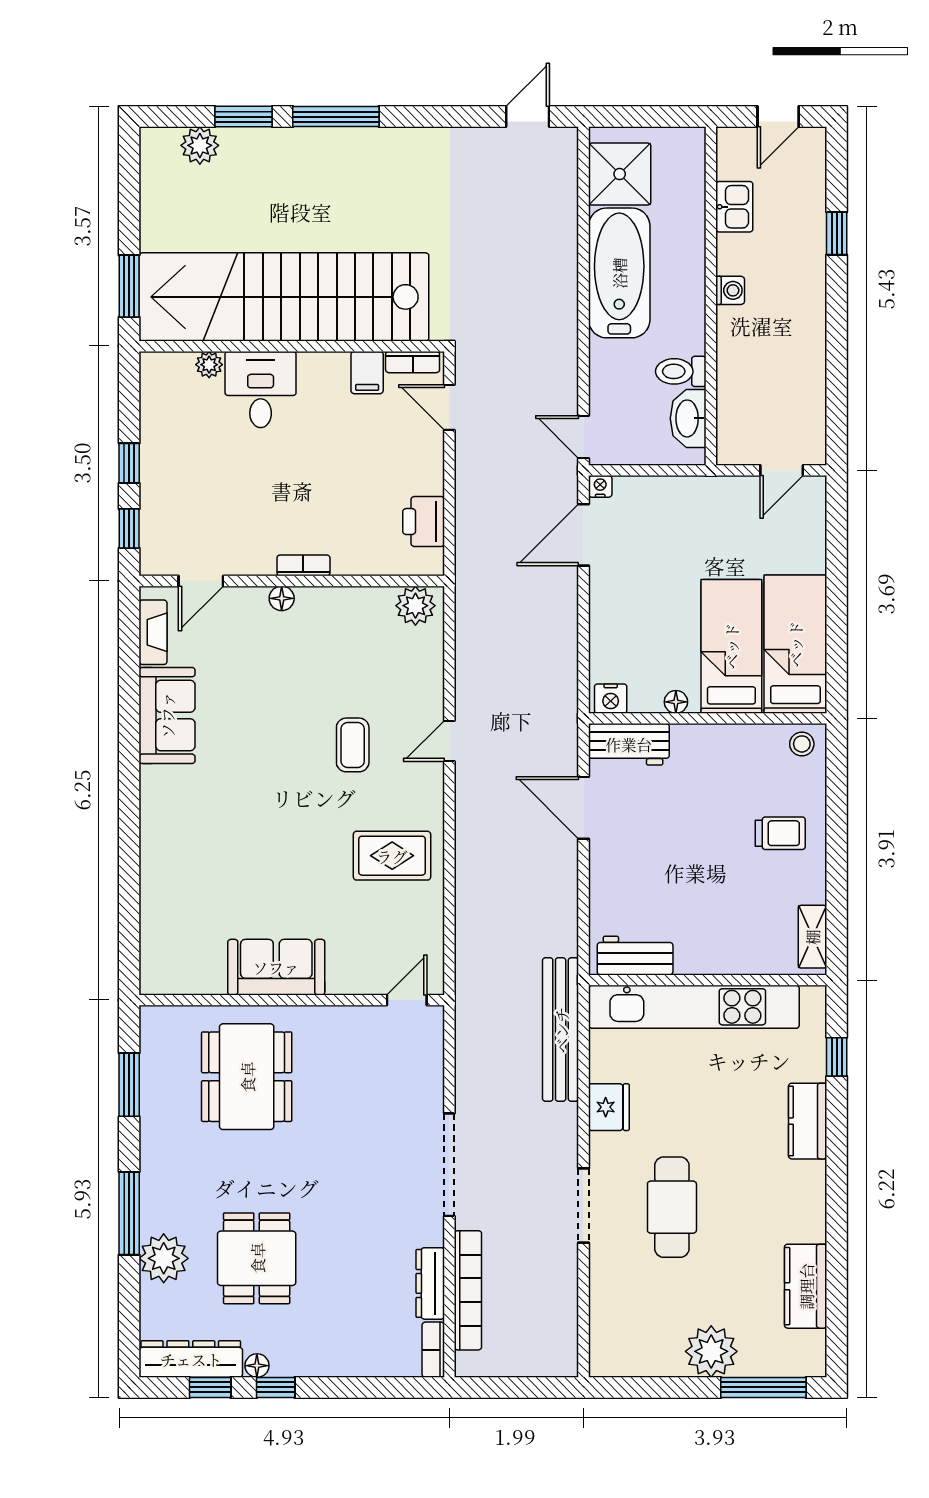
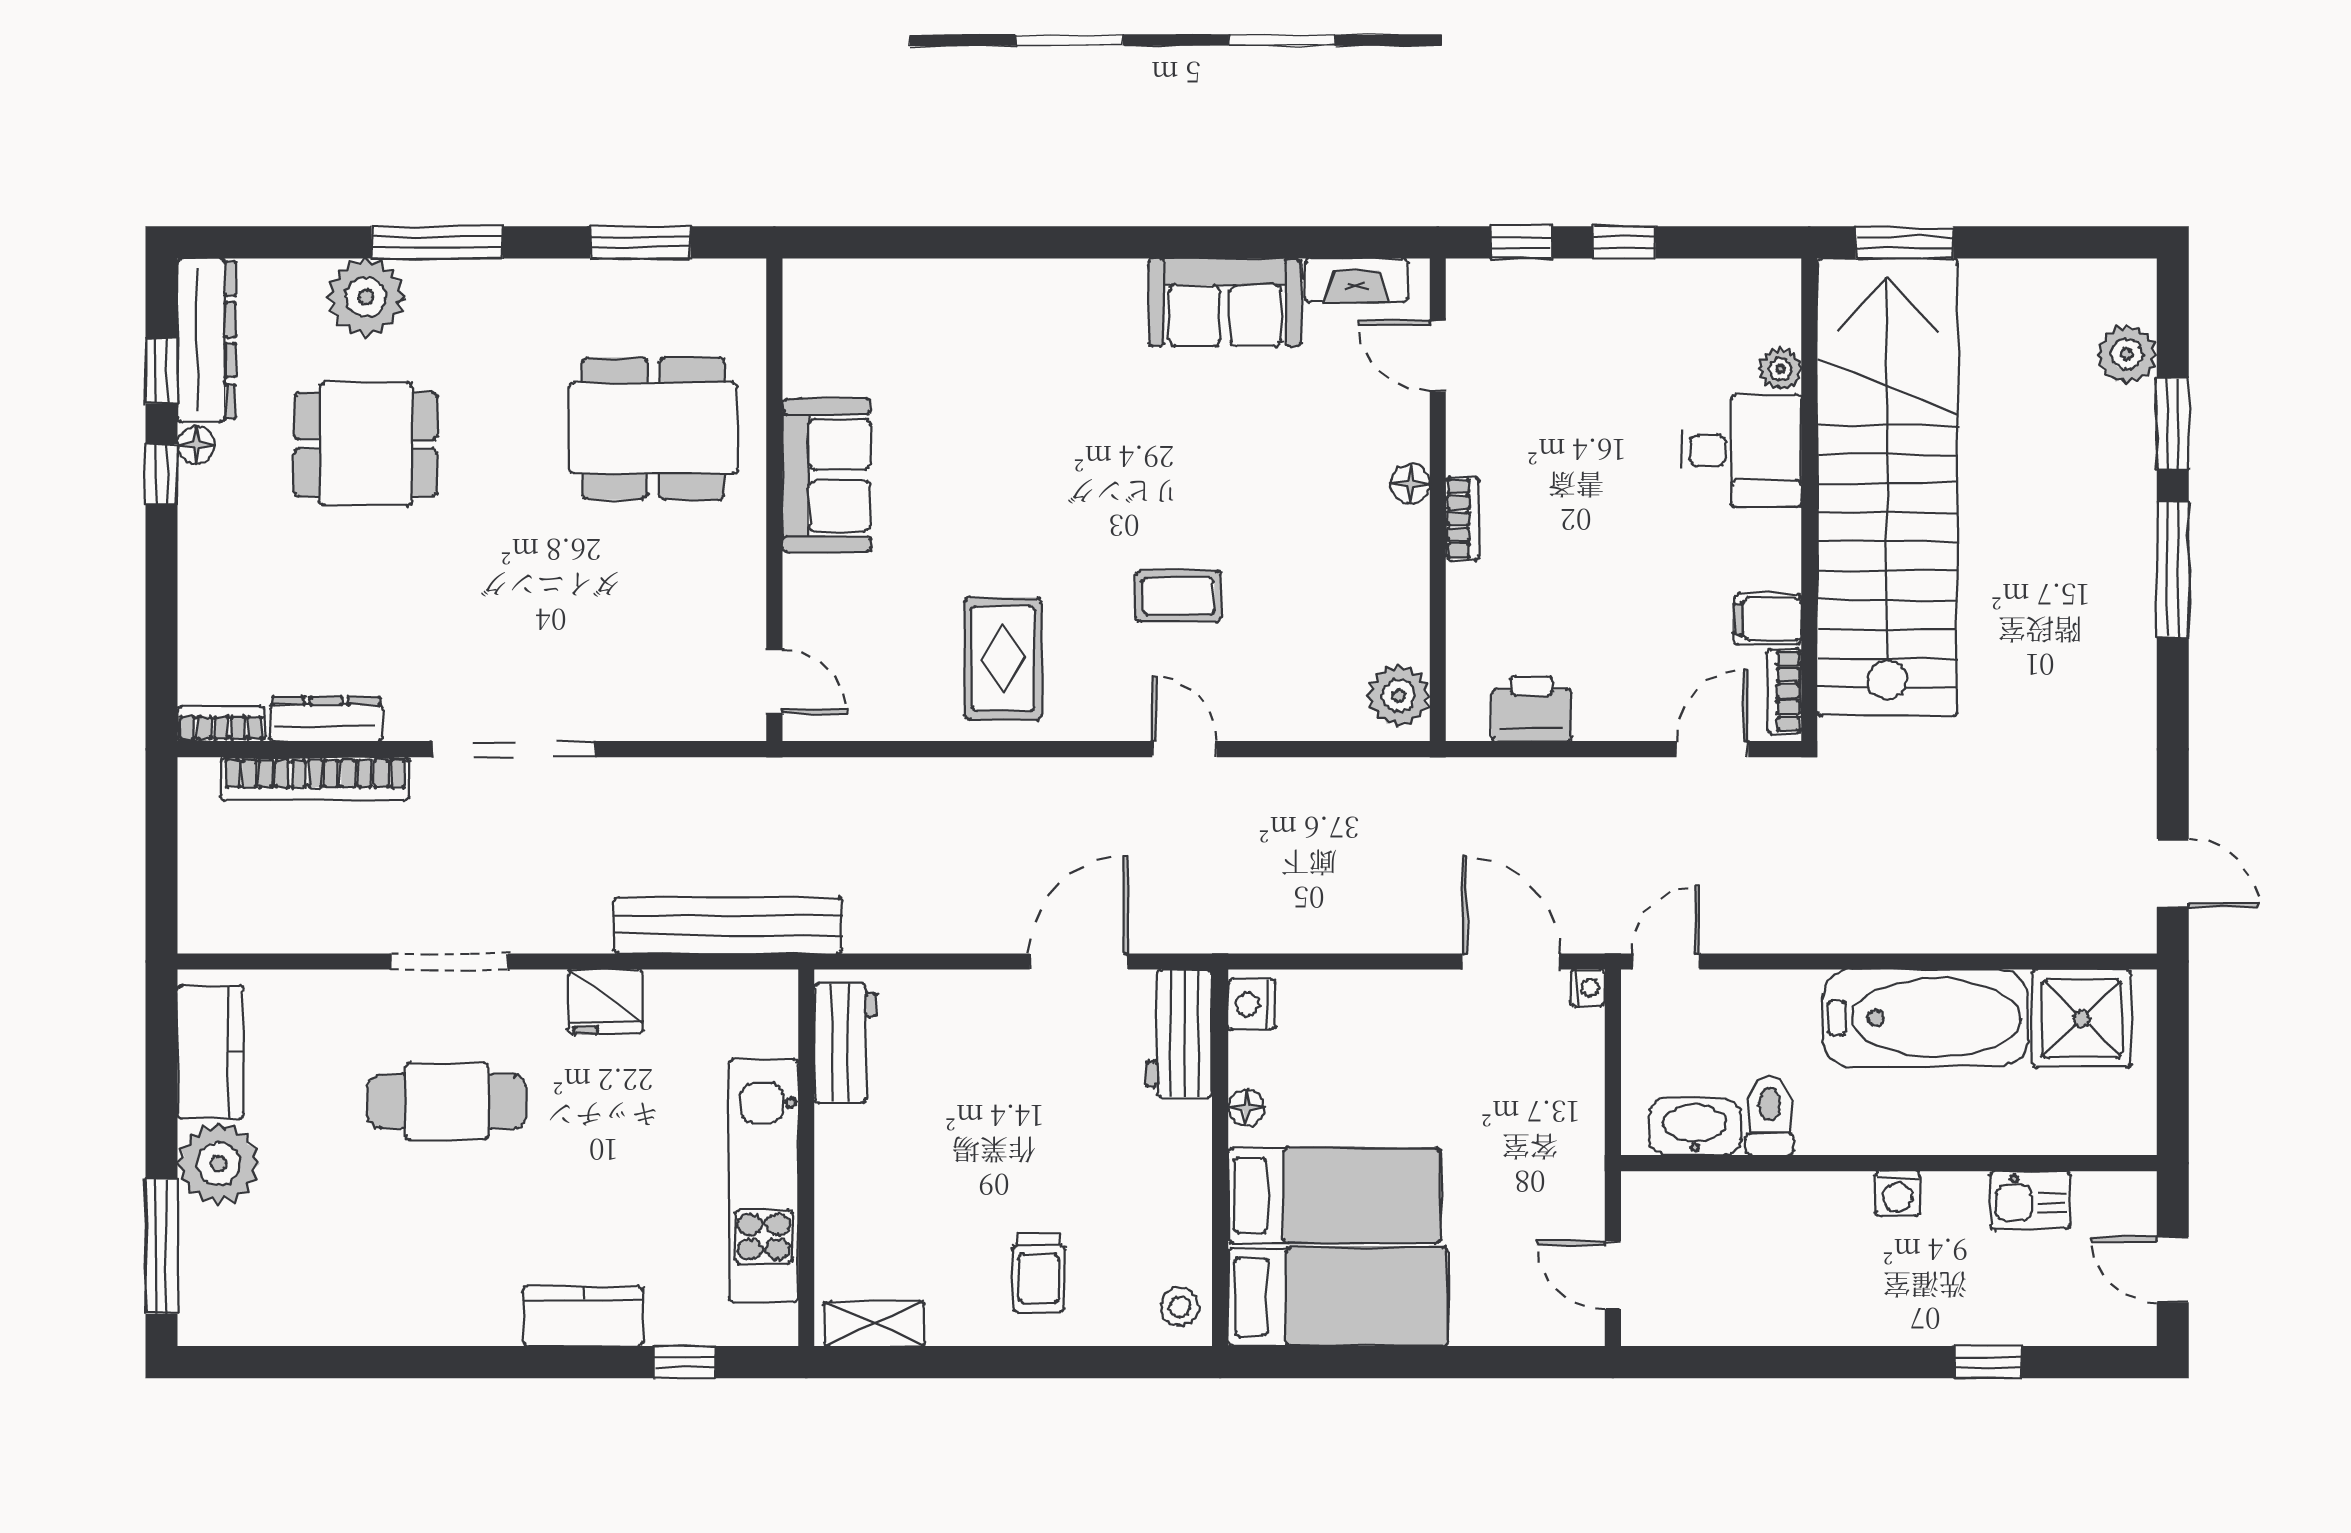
kitchen unit: (694, 1007) -> (764, 1181), width x0.73
kitchen counter: (806, 1286) -> (211, 1052), moved, turned 90

